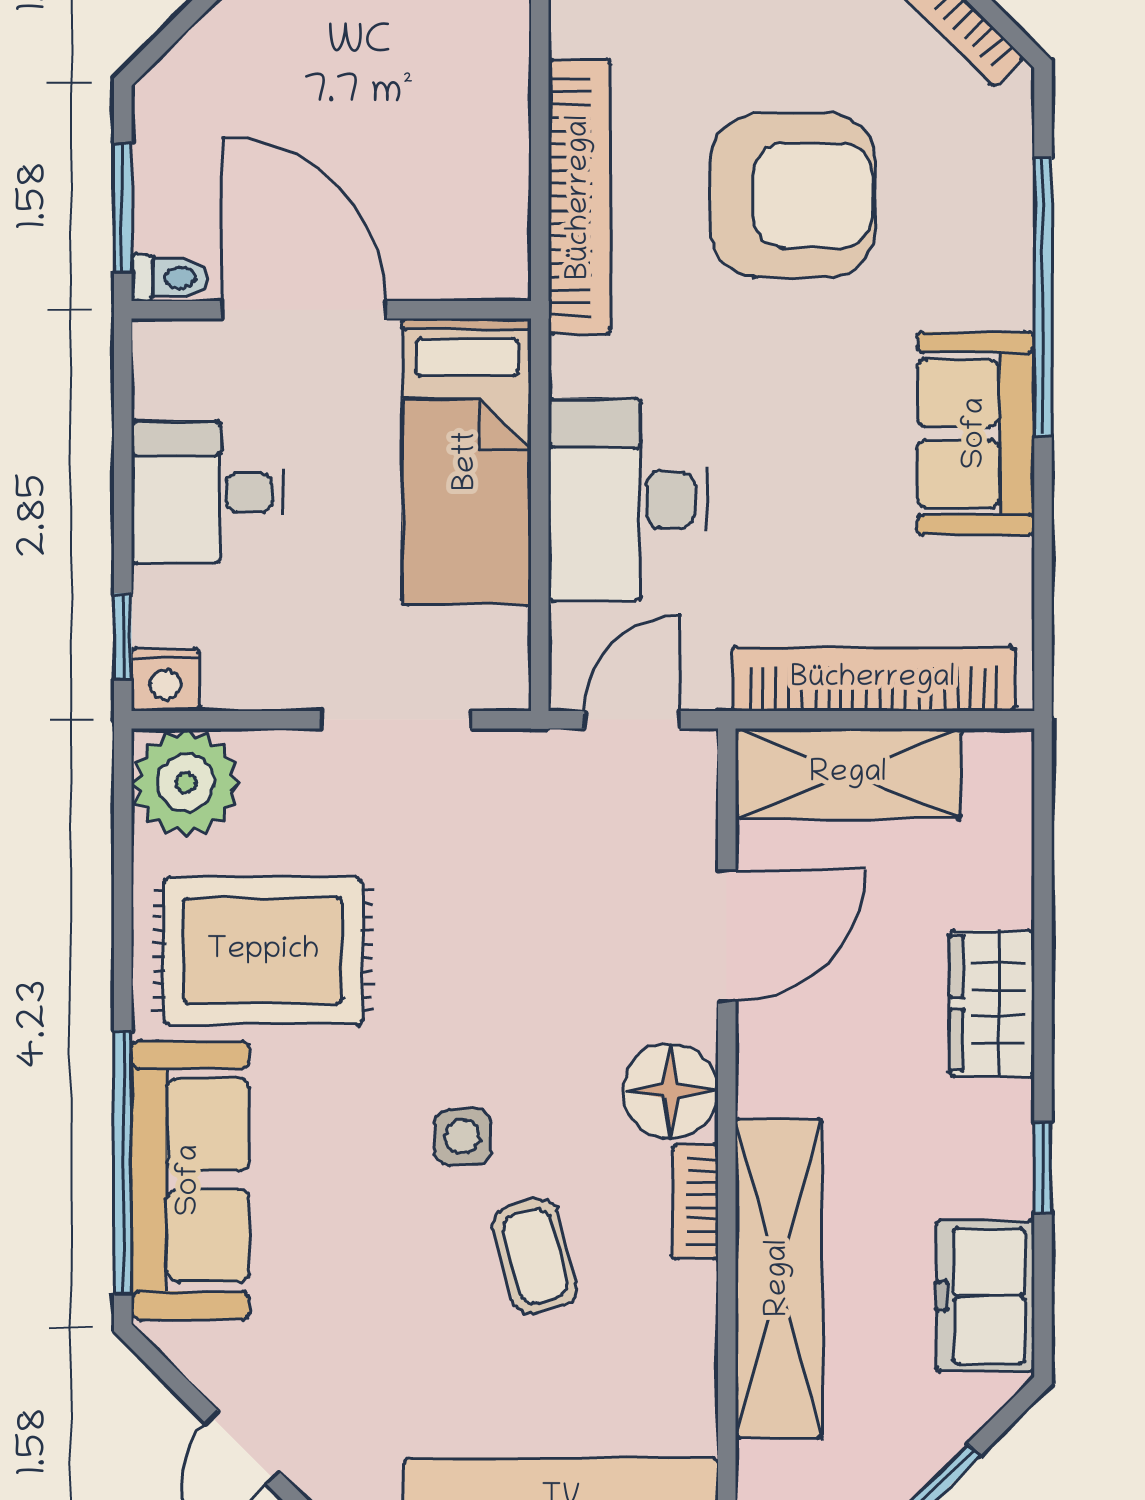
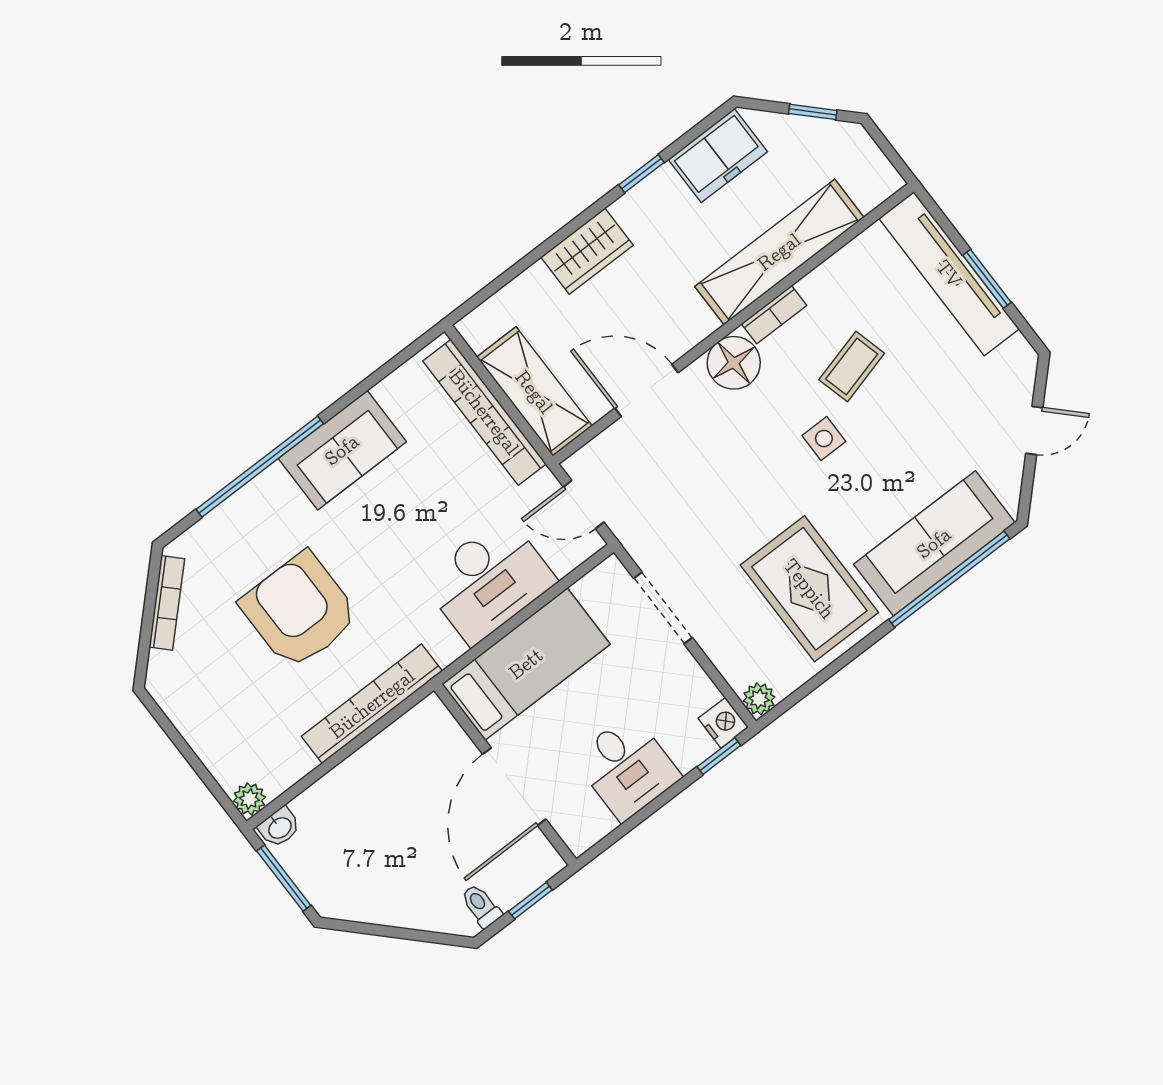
window: (123, 208) -> (530, 901), width x0.67
toilet: (170, 278) -> (481, 906), moved
plant: (186, 783) -> (759, 699), width x0.53, depth x0.53

